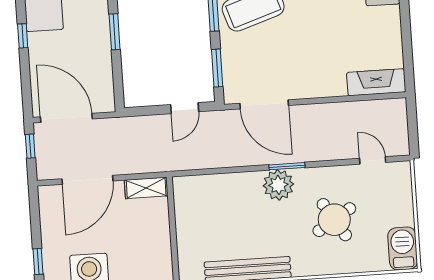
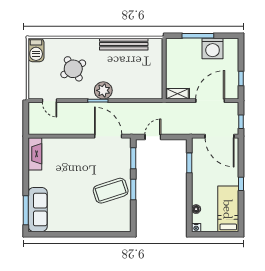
window: (115, 32) -> (189, 163), moved
fireplace: (376, 82) -> (35, 154), moved, turned -90
window: (38, 261) -> (241, 78), moved

